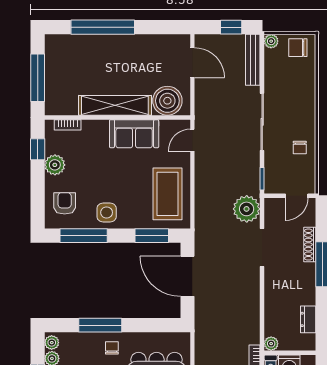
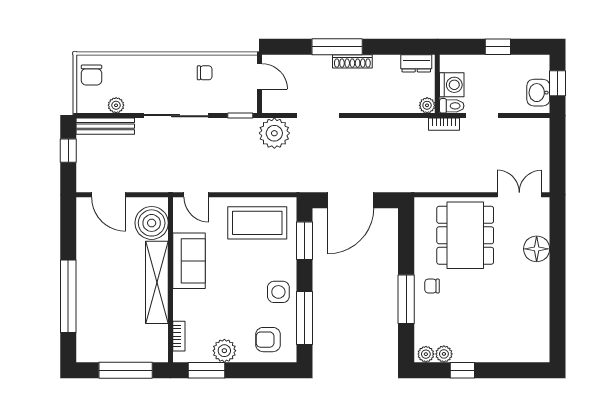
plant: (271, 41) -> (116, 105), moved
door: (192, 63) -> (108, 195), swing flipped
window: (38, 149) -> (207, 370), width x1.50
shoe rack: (310, 245) -> (352, 61), moved
dresser: (308, 319) -> (416, 63), moved

